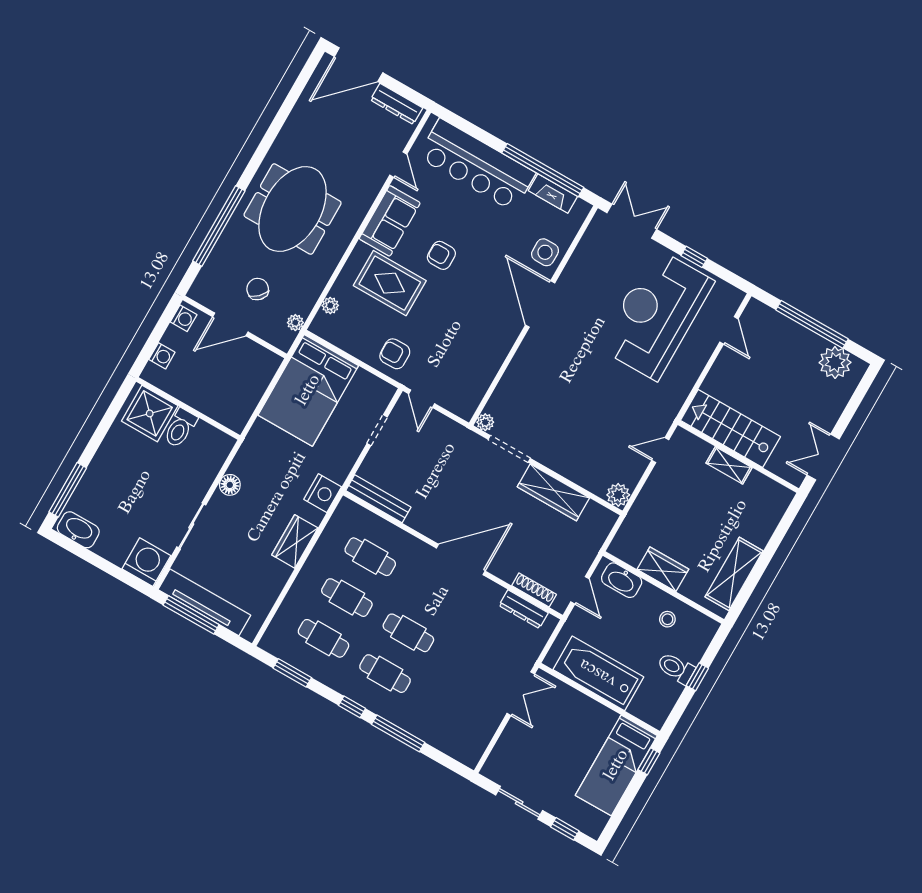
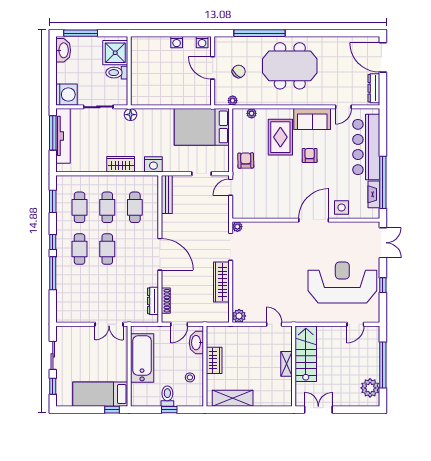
wall: (188, 408) -> (129, 71), moved
shower: (150, 413) -> (115, 53), moved
toilet: (180, 428) -> (117, 73), moved

